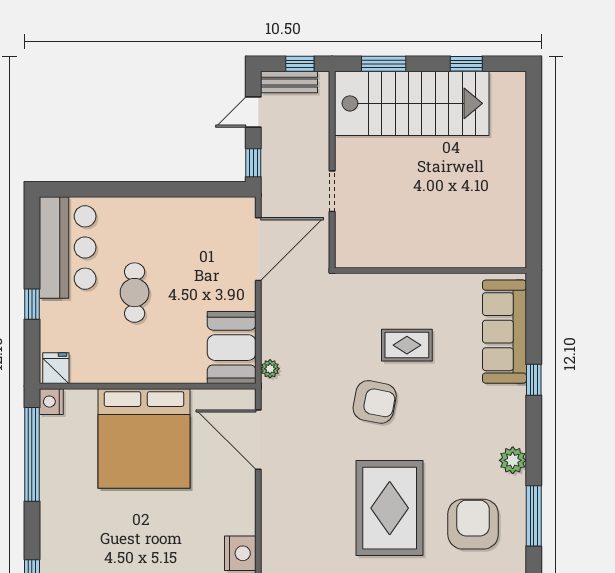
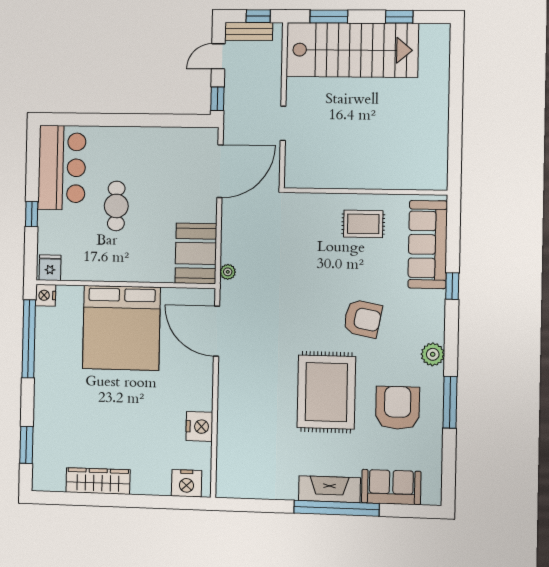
rug: (407, 345) -> (363, 224), moved
armchair: (375, 402) -> (363, 319), moved

